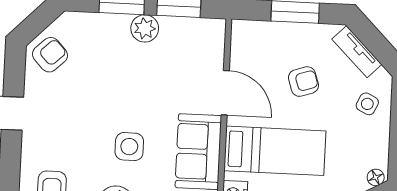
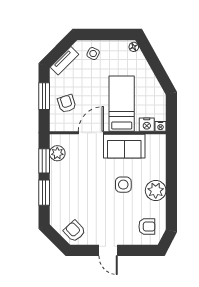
plant: (145, 28) -> (57, 153), moved
armchair: (303, 82) -> (67, 104), moved

